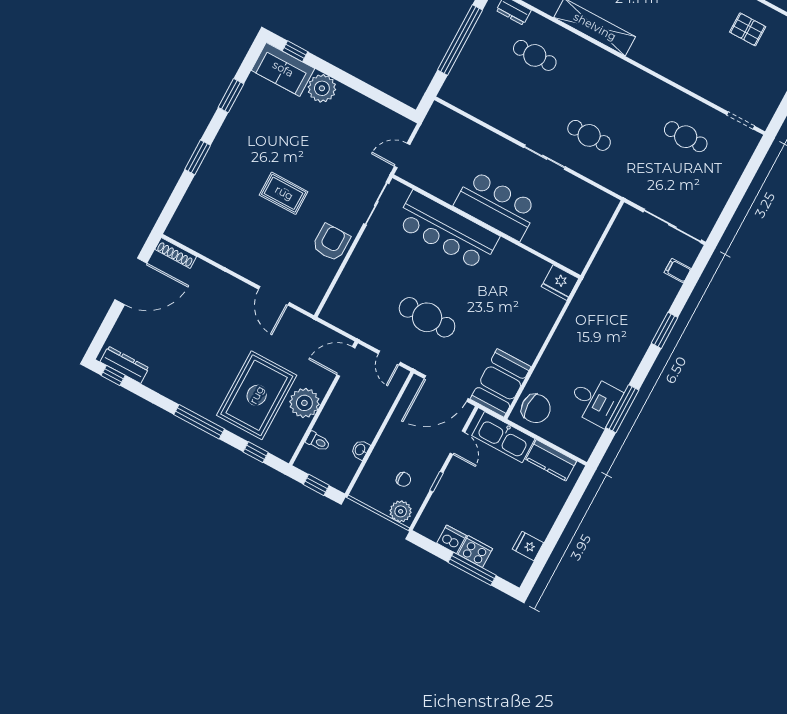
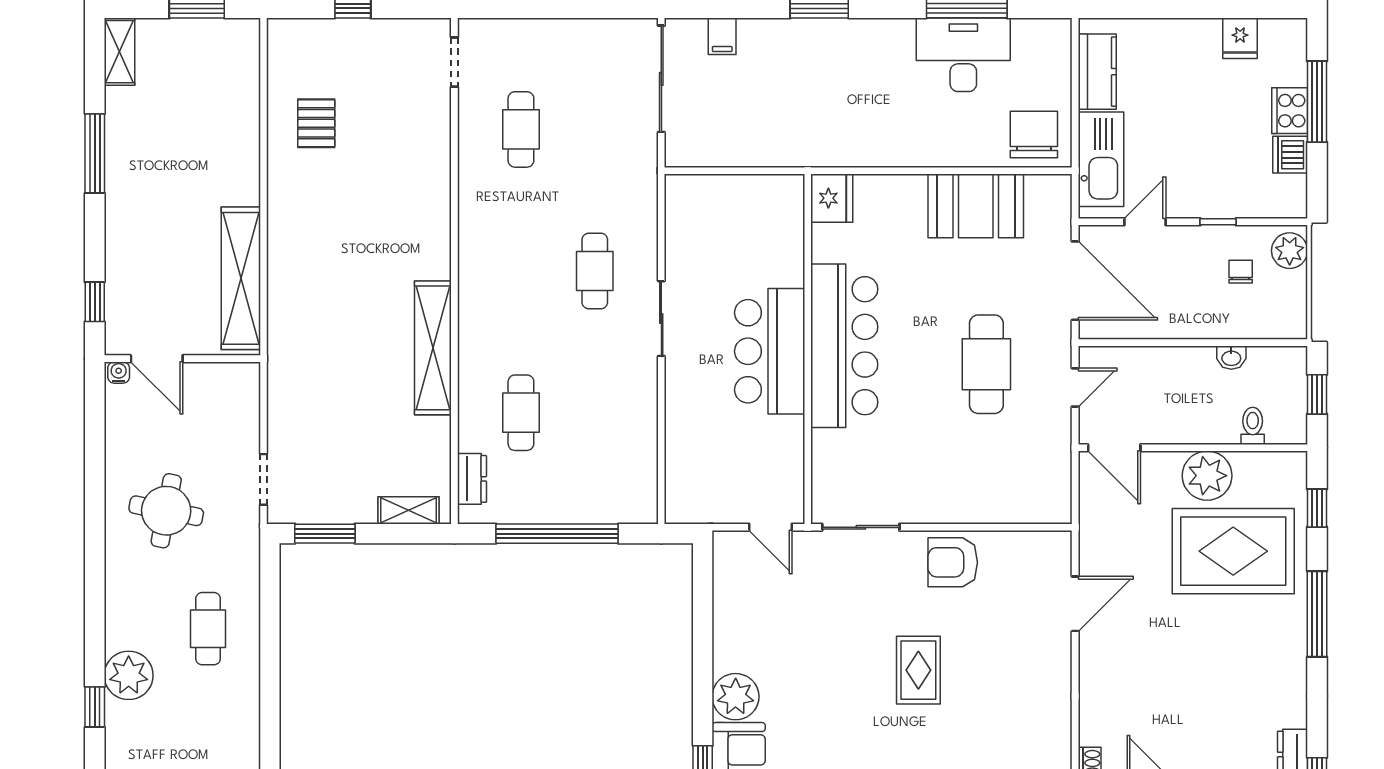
bar counter: (447, 230) -> (844, 346), moved
booth: (501, 383) -> (976, 206), moved
desk: (595, 401) -> (963, 55), width x1.37

